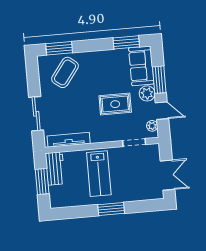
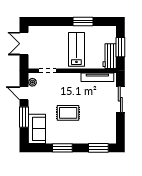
window: (126, 42) -> (62, 148), moved
coffee table: (65, 72) -> (96, 129), removed
plant: (147, 93) -> (34, 107), removed
rug: (115, 104) -> (68, 113), moved
window: (111, 209) -> (83, 21), moved

